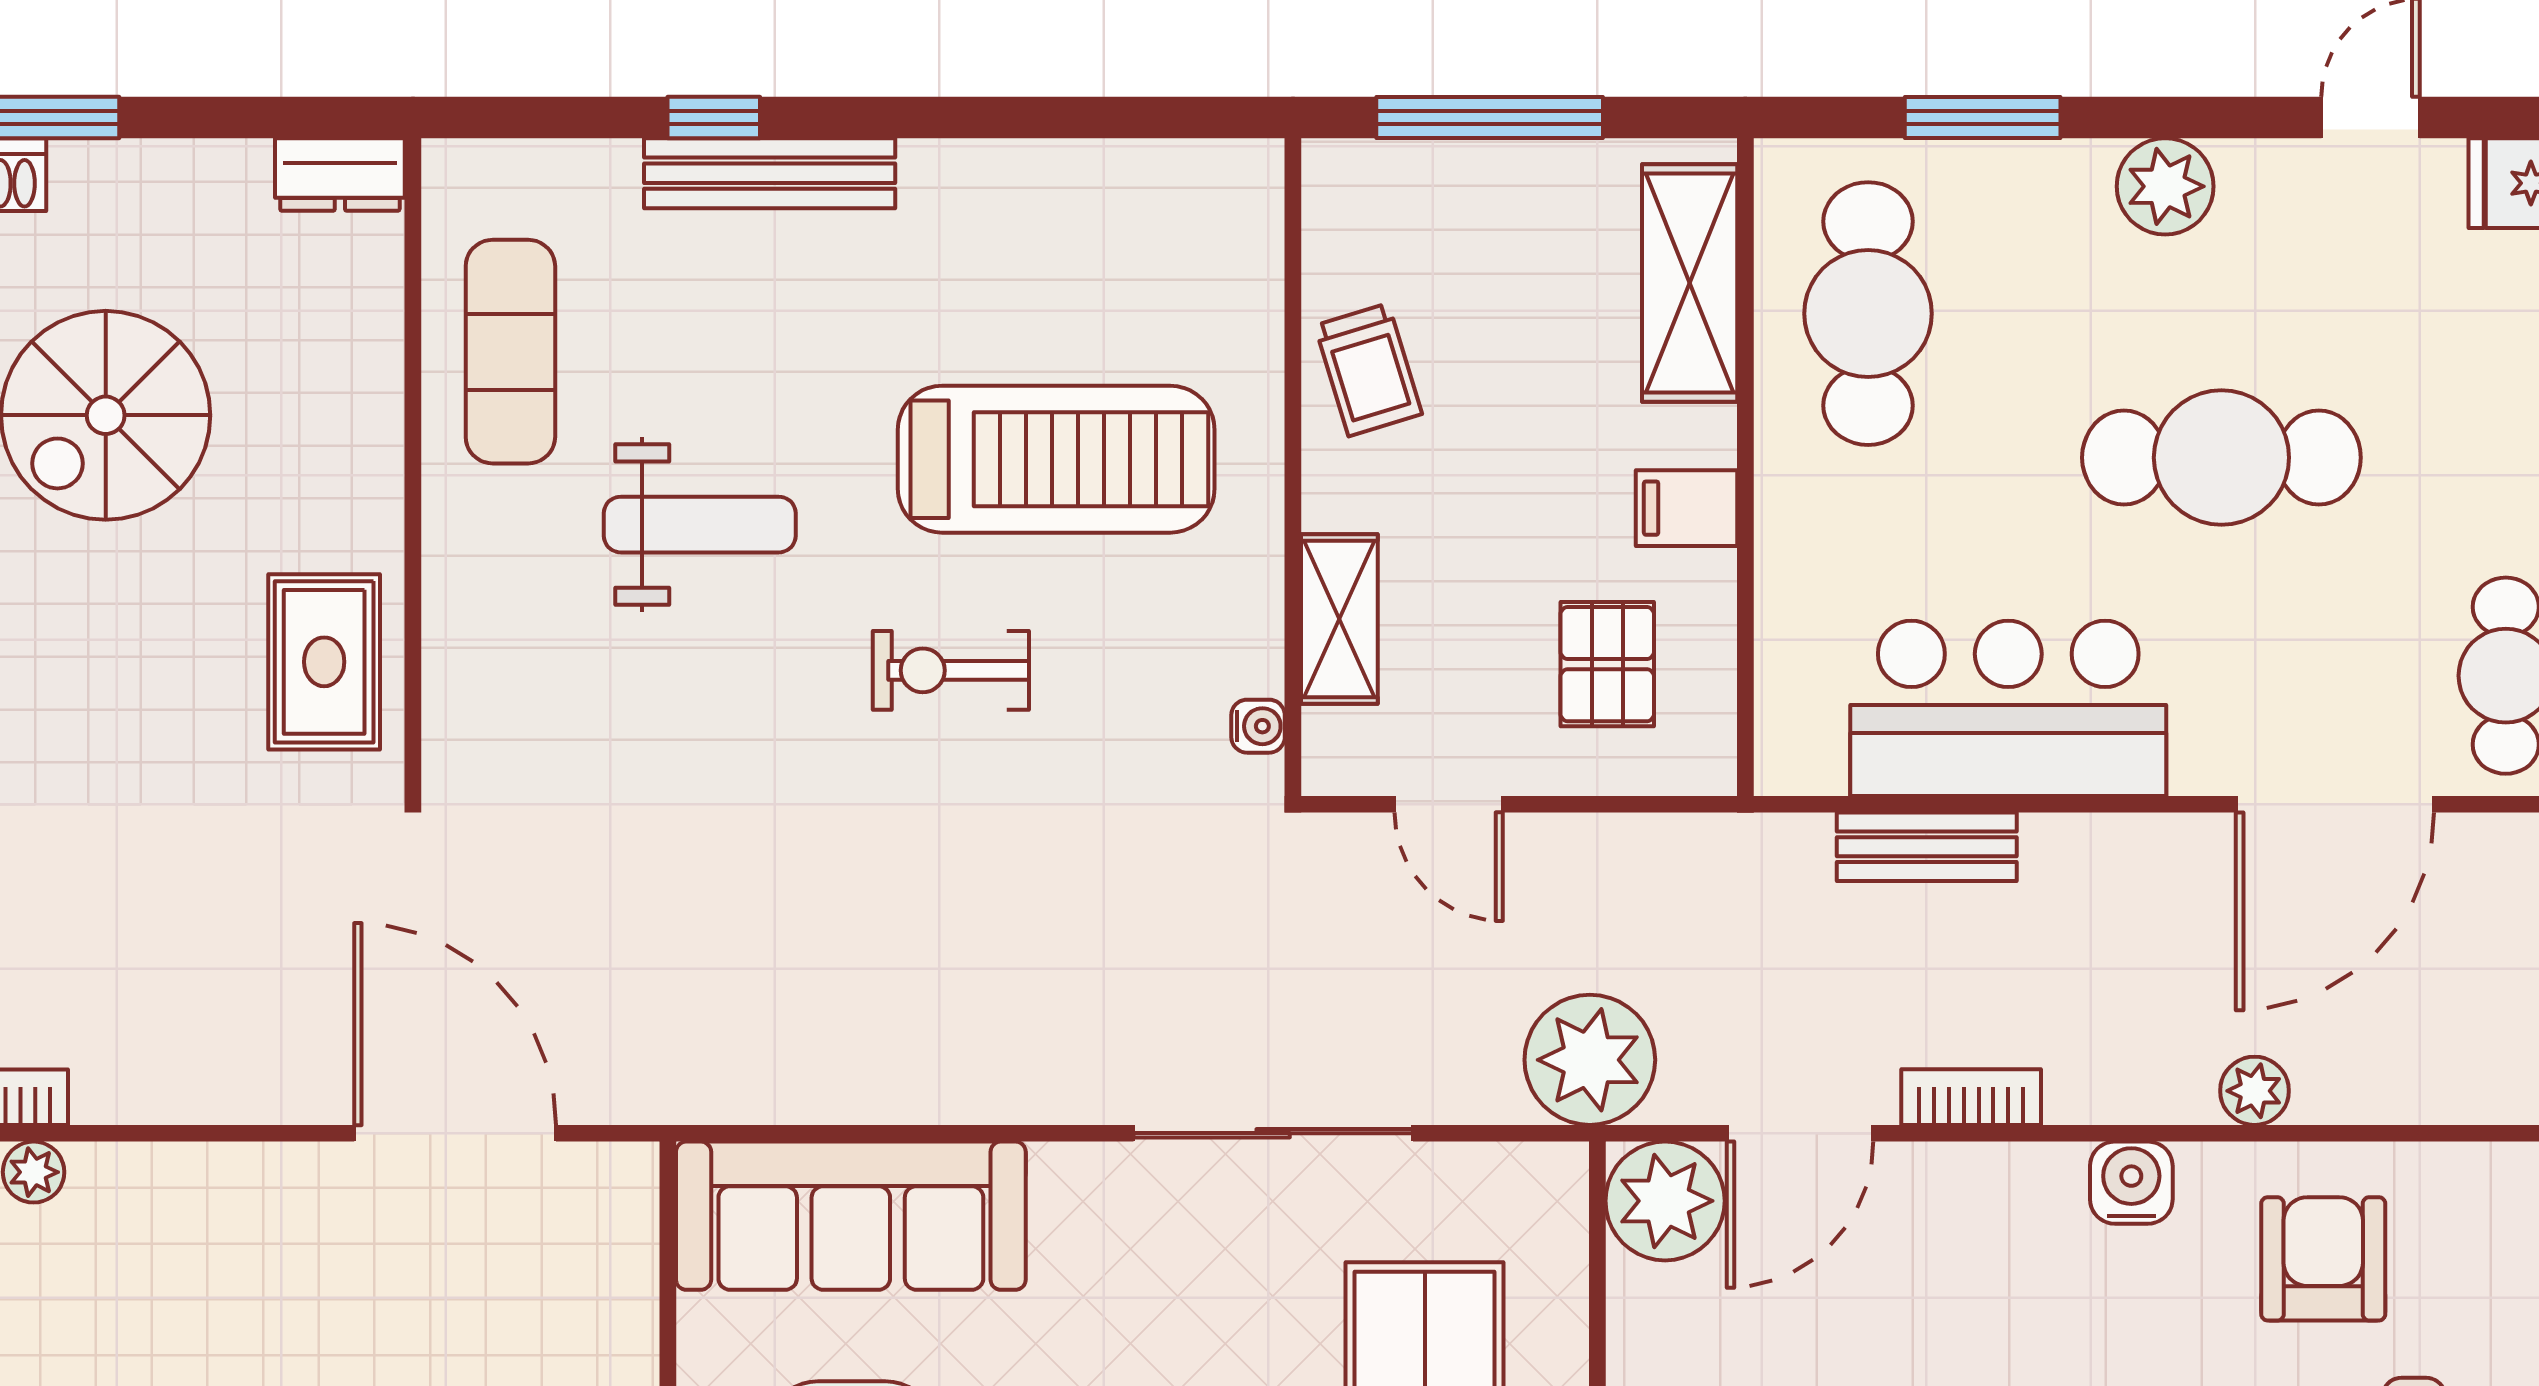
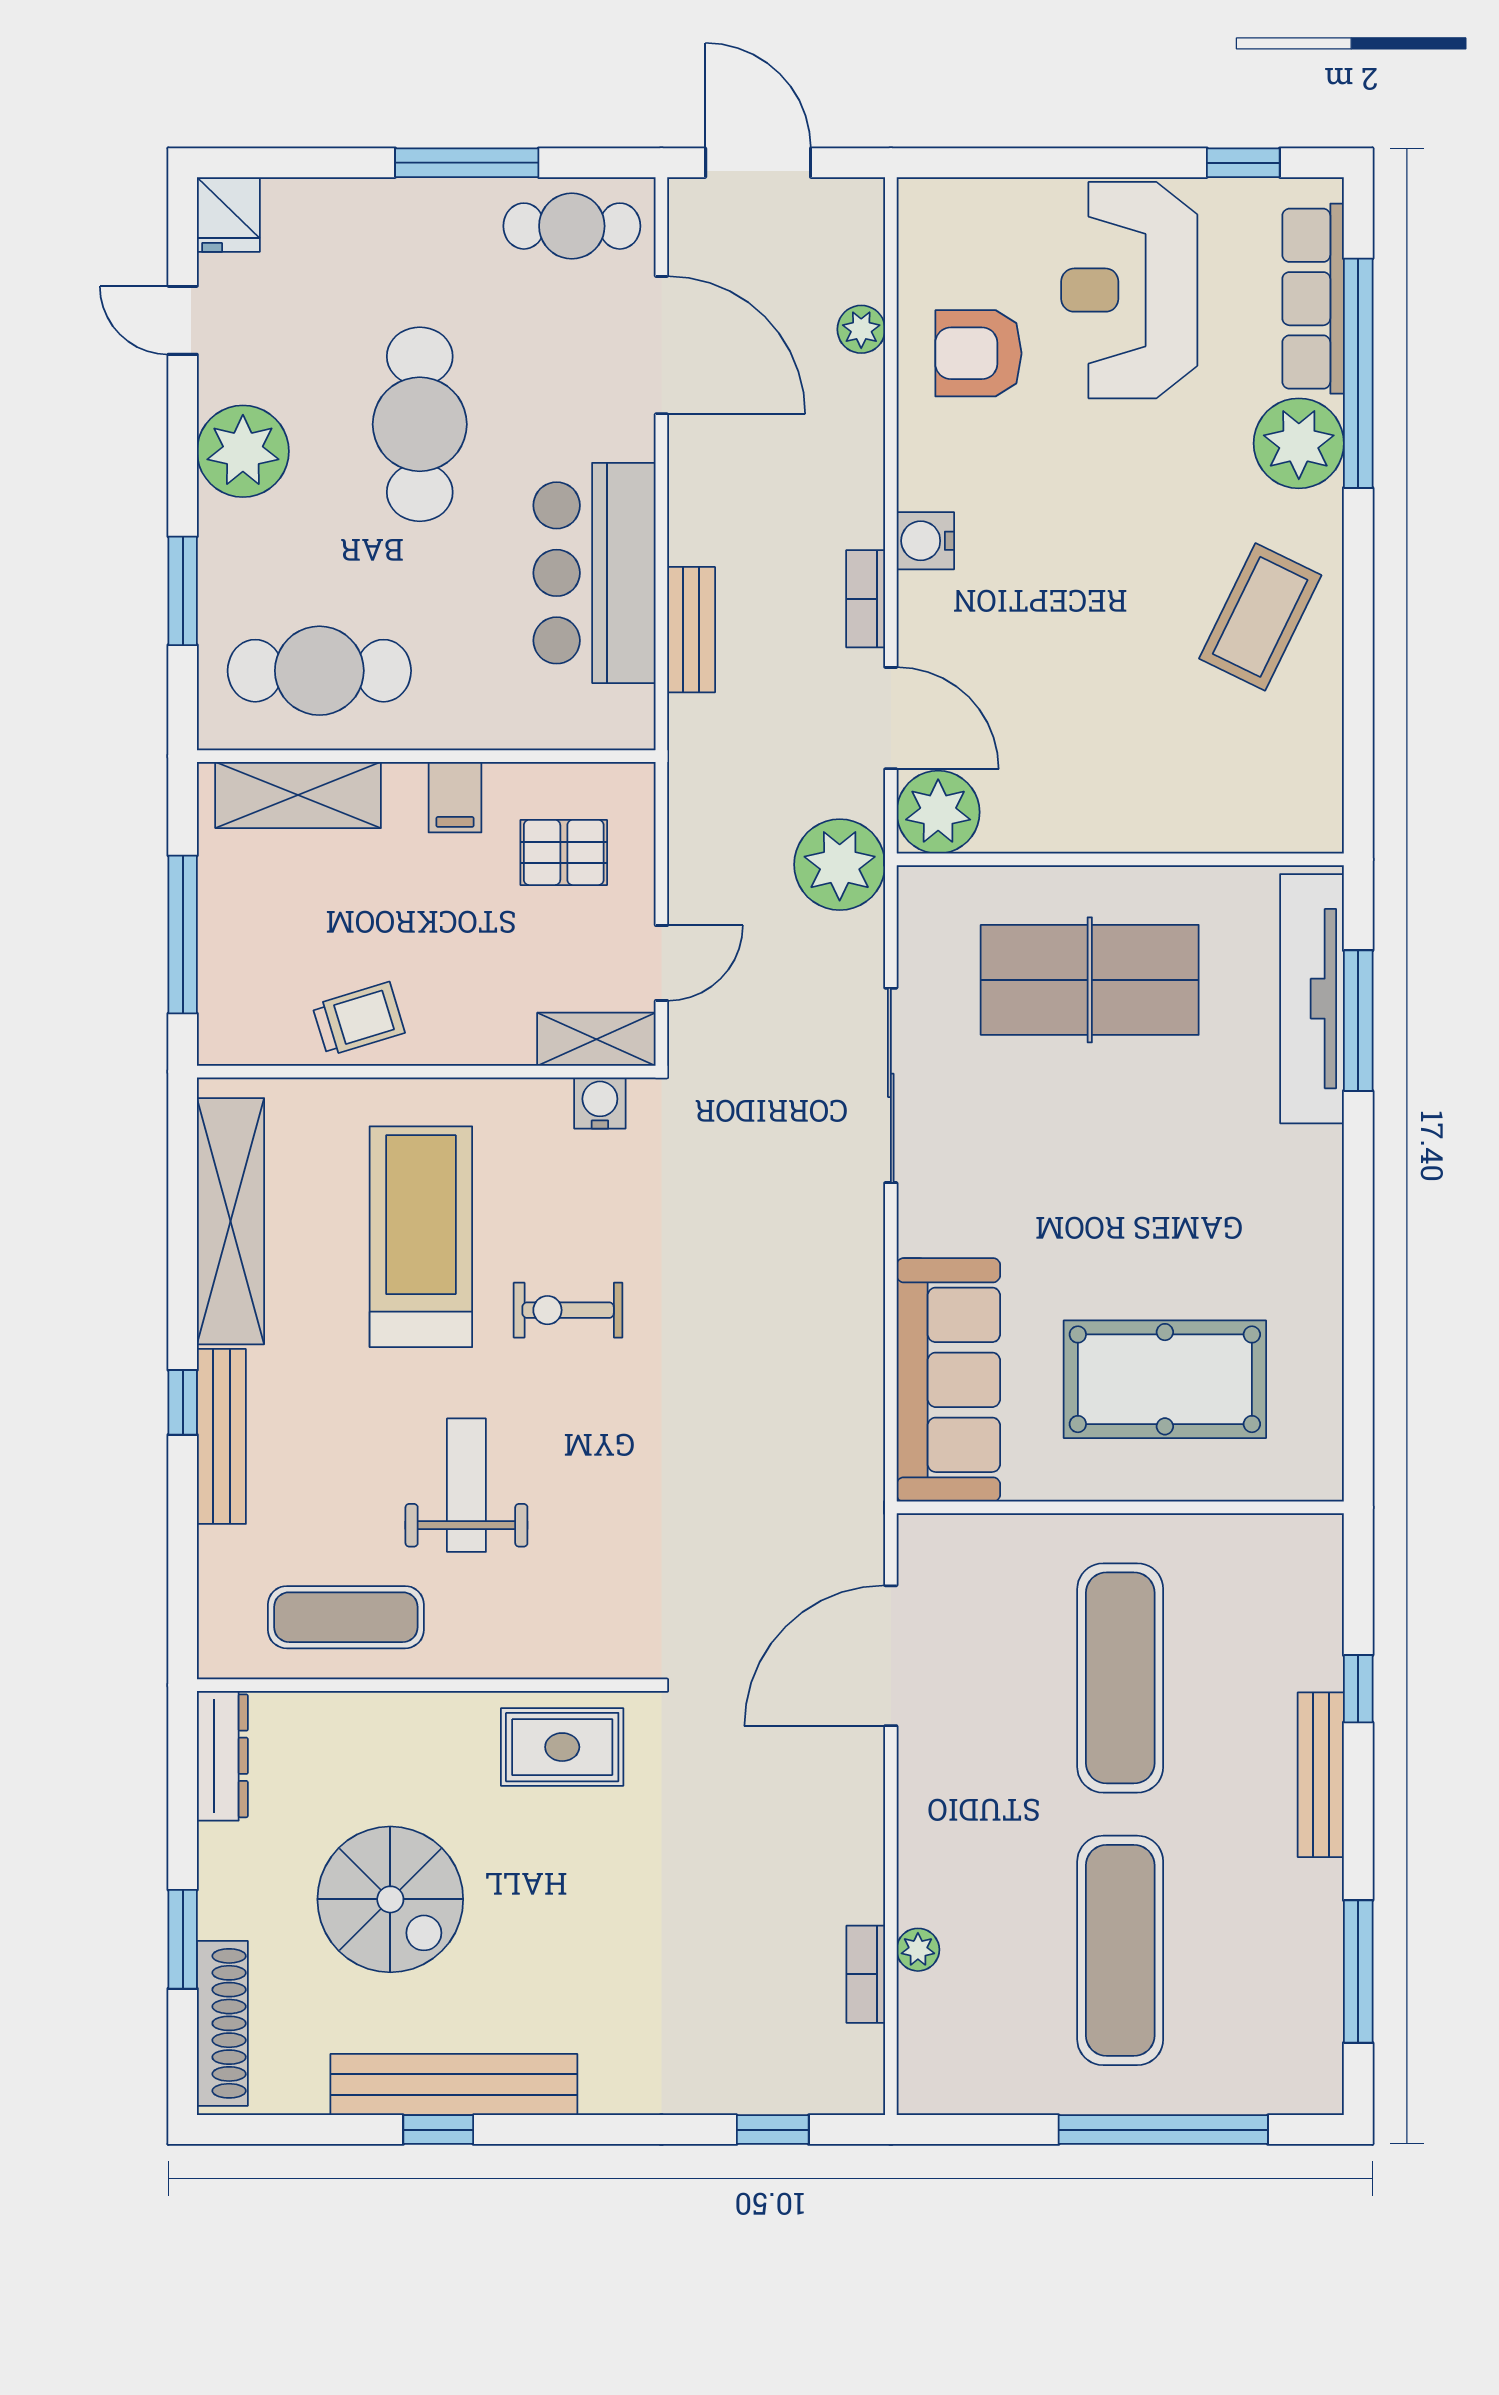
window: (714, 117) -> (183, 1402), moved
dresser: (340, 174) -> (222, 1756), width x1.44
shelving: (1078, 186) -> (231, 1221), added
plant: (2165, 186) -> (243, 451), width x1.36, depth x1.36
shelving: (1339, 619) -> (596, 1039), moved
exercise bike: (951, 670) -> (568, 1310), turned 90
water cooler: (1258, 726) -> (600, 1103), width x1.38, depth x1.38
plant: (2254, 1091) -> (861, 329), moved
water cooler: (2131, 1183) -> (925, 541), moved

